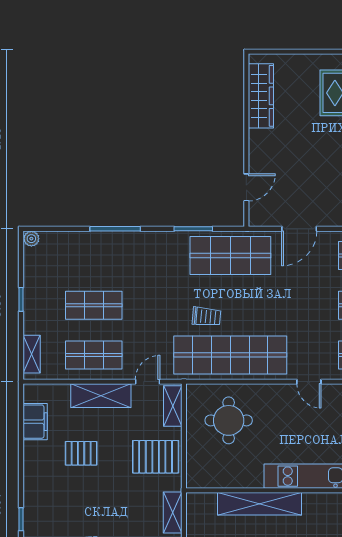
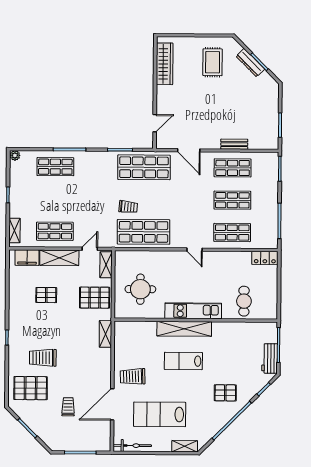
door: (299, 229) -> (189, 150), hinge flipped
shop shelf: (94, 305) -> (55, 167), moved
shop shelf: (230, 355) -> (144, 232), width x0.71
round table: (229, 420) -> (140, 289), moved
filing cabinet: (35, 422) -> (27, 258), moved, turned 90
shelving: (260, 504) -> (184, 329), moved

